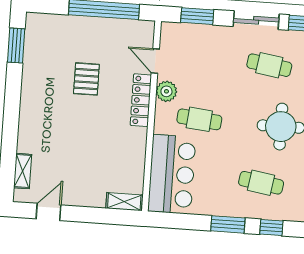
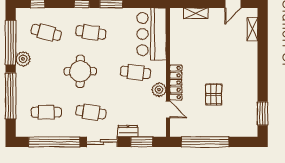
dresser: (217, 33) -> (128, 131), added
shelving: (124, 202) -> (196, 13), moved

